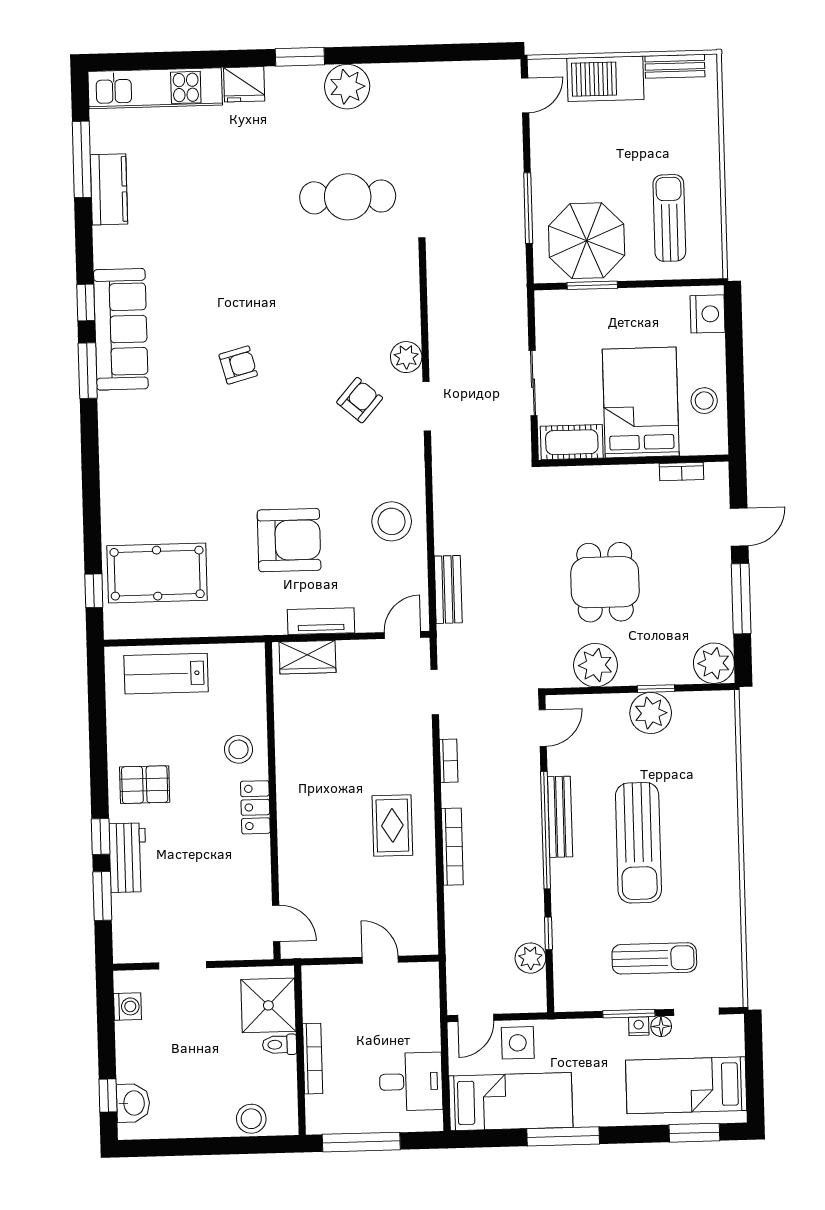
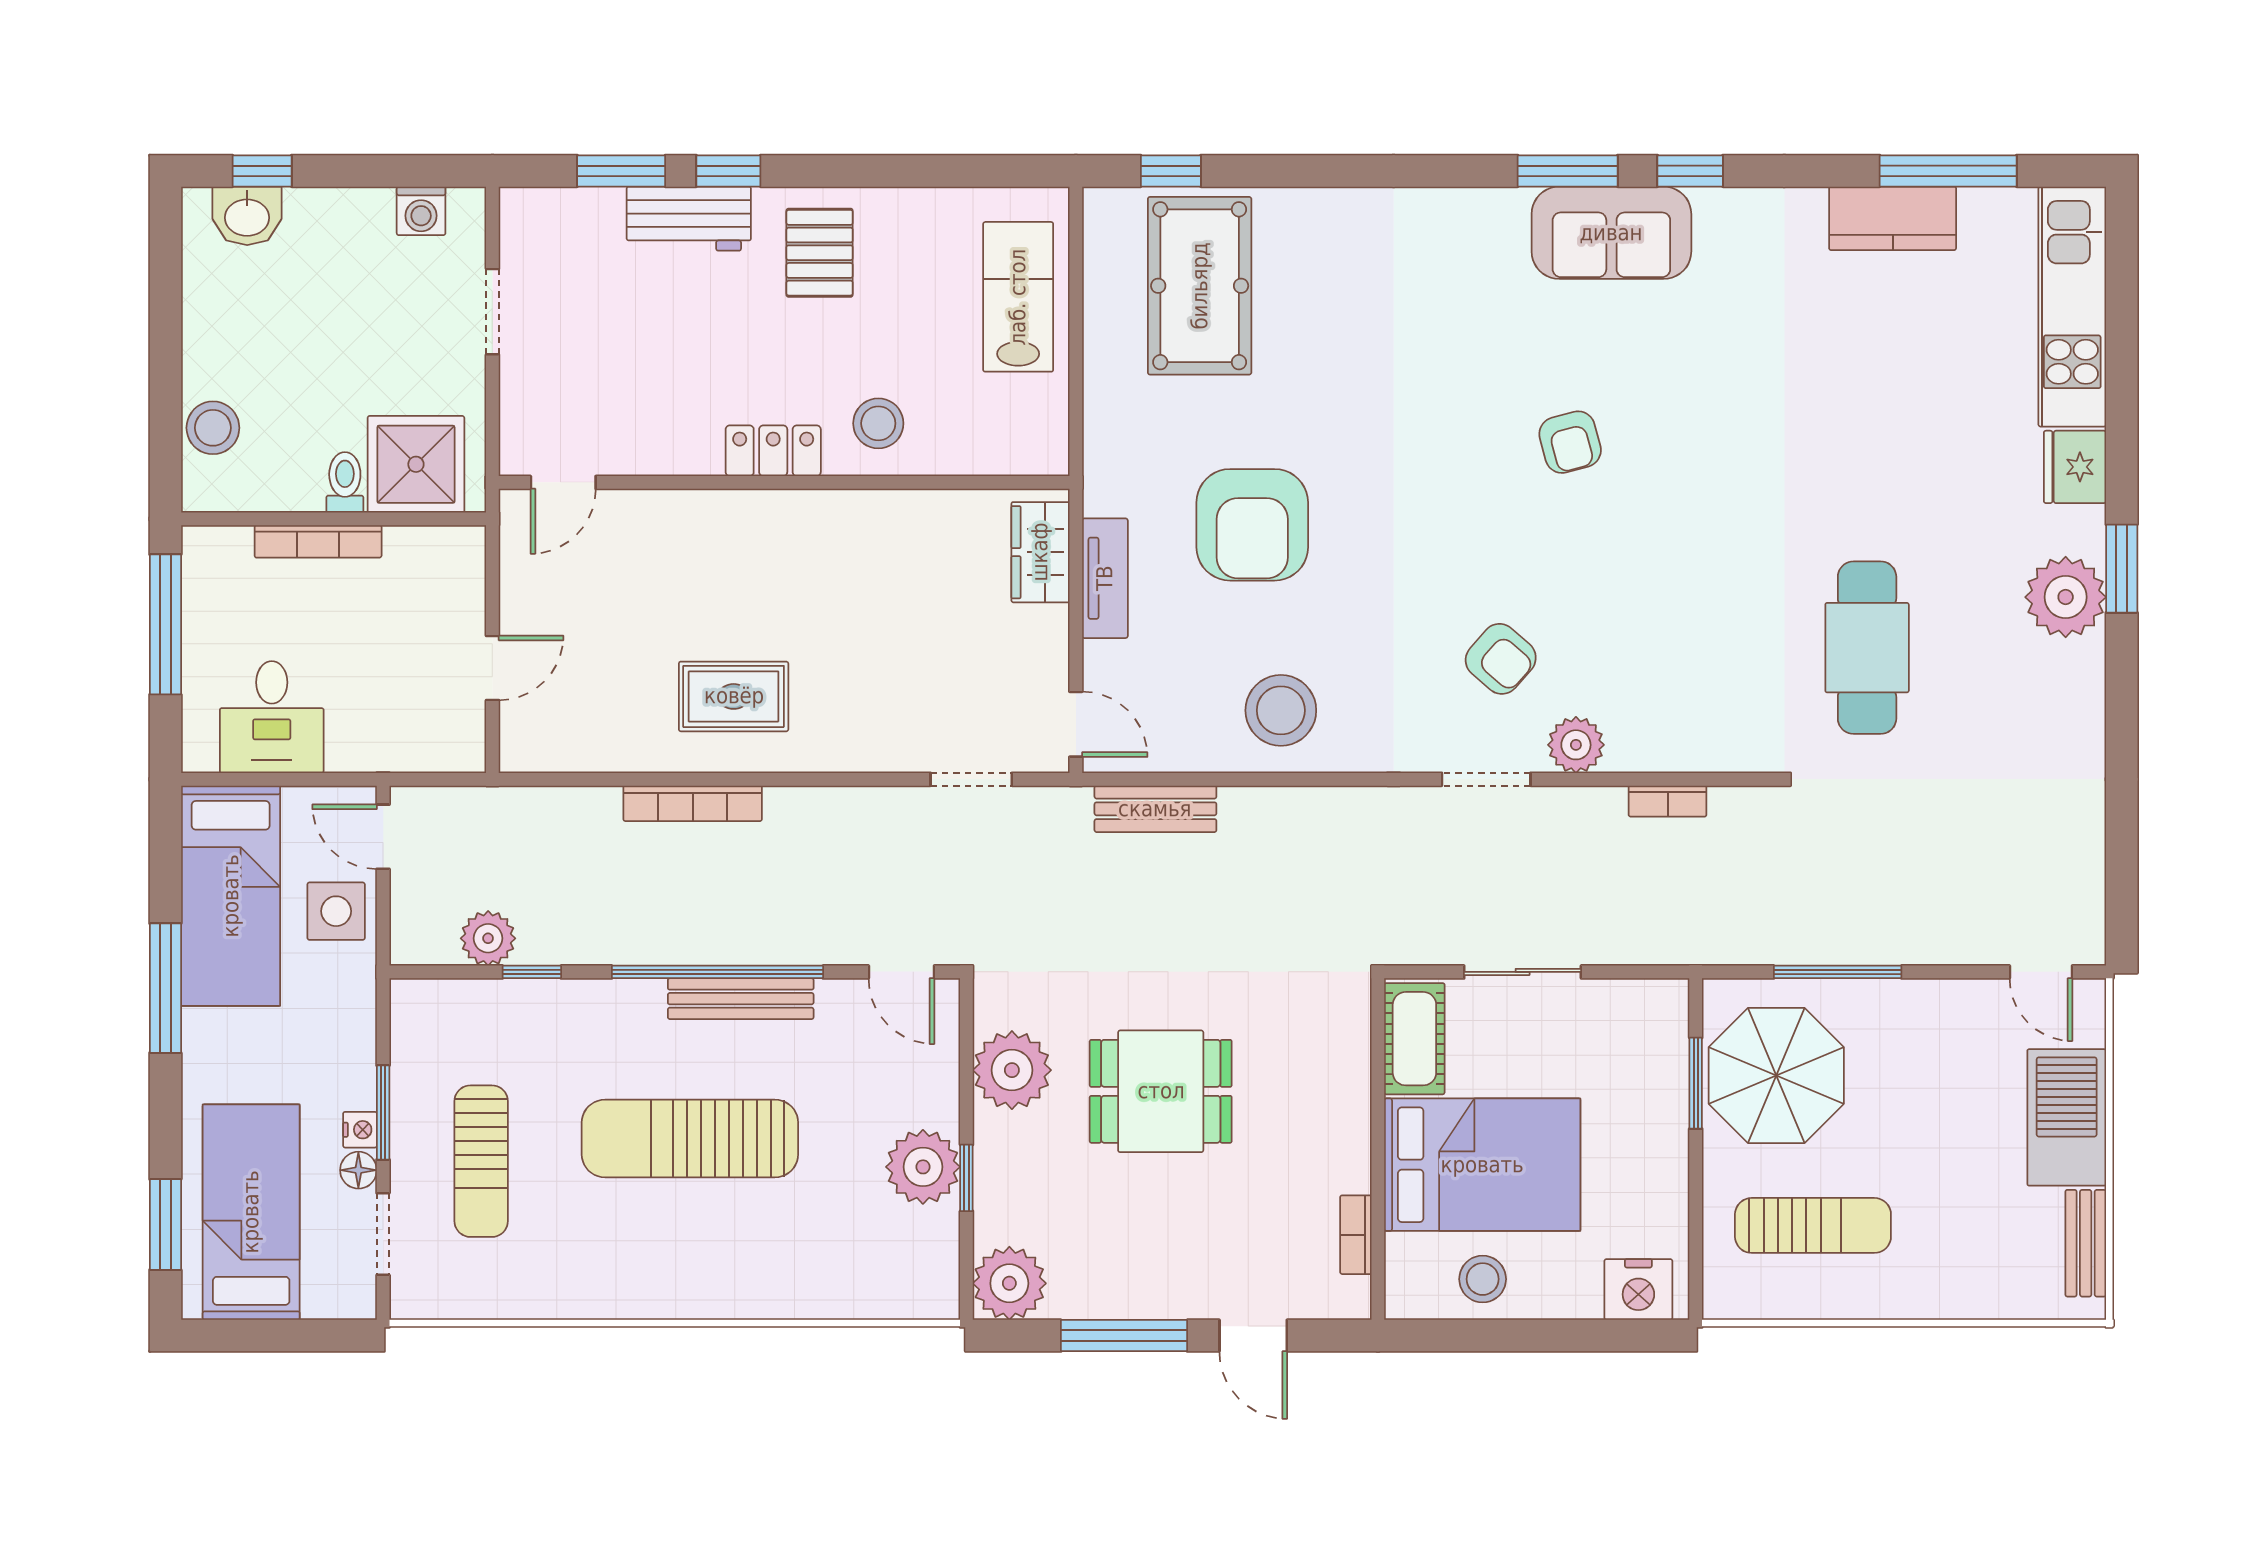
plant: (347, 87) -> (2066, 597), moved
sofa: (121, 329) -> (1611, 233), width x0.73
bookcase: (449, 761) -> (1668, 801), moved

